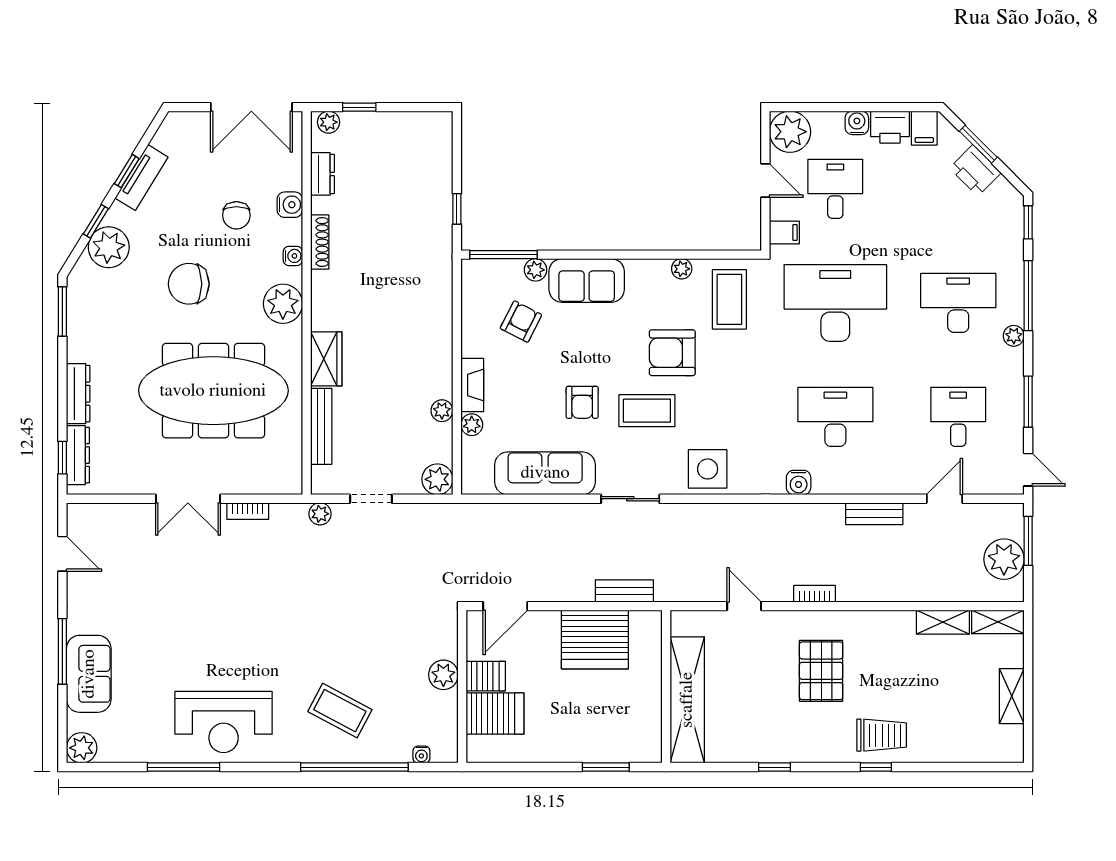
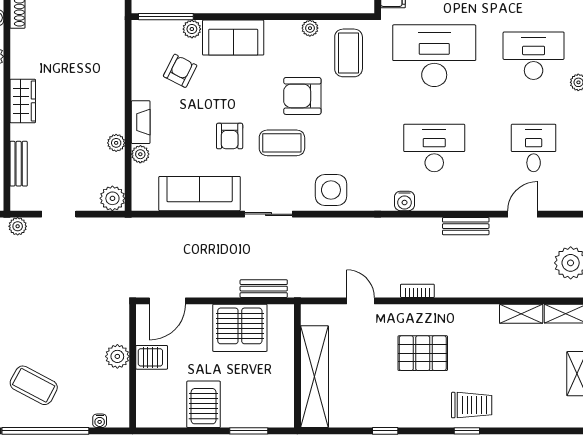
bench: (321, 426) -> (19, 164), width x0.73
pallet: (821, 671) -> (423, 353), turned 90
server rack: (495, 714) -> (204, 404), moved, turned -90

